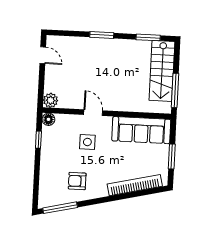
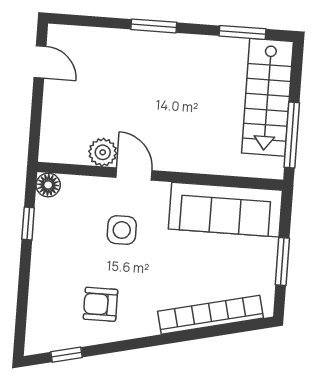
plant: (51, 100) -> (103, 152), moved
window: (60, 208) -> (66, 355), width x0.46

